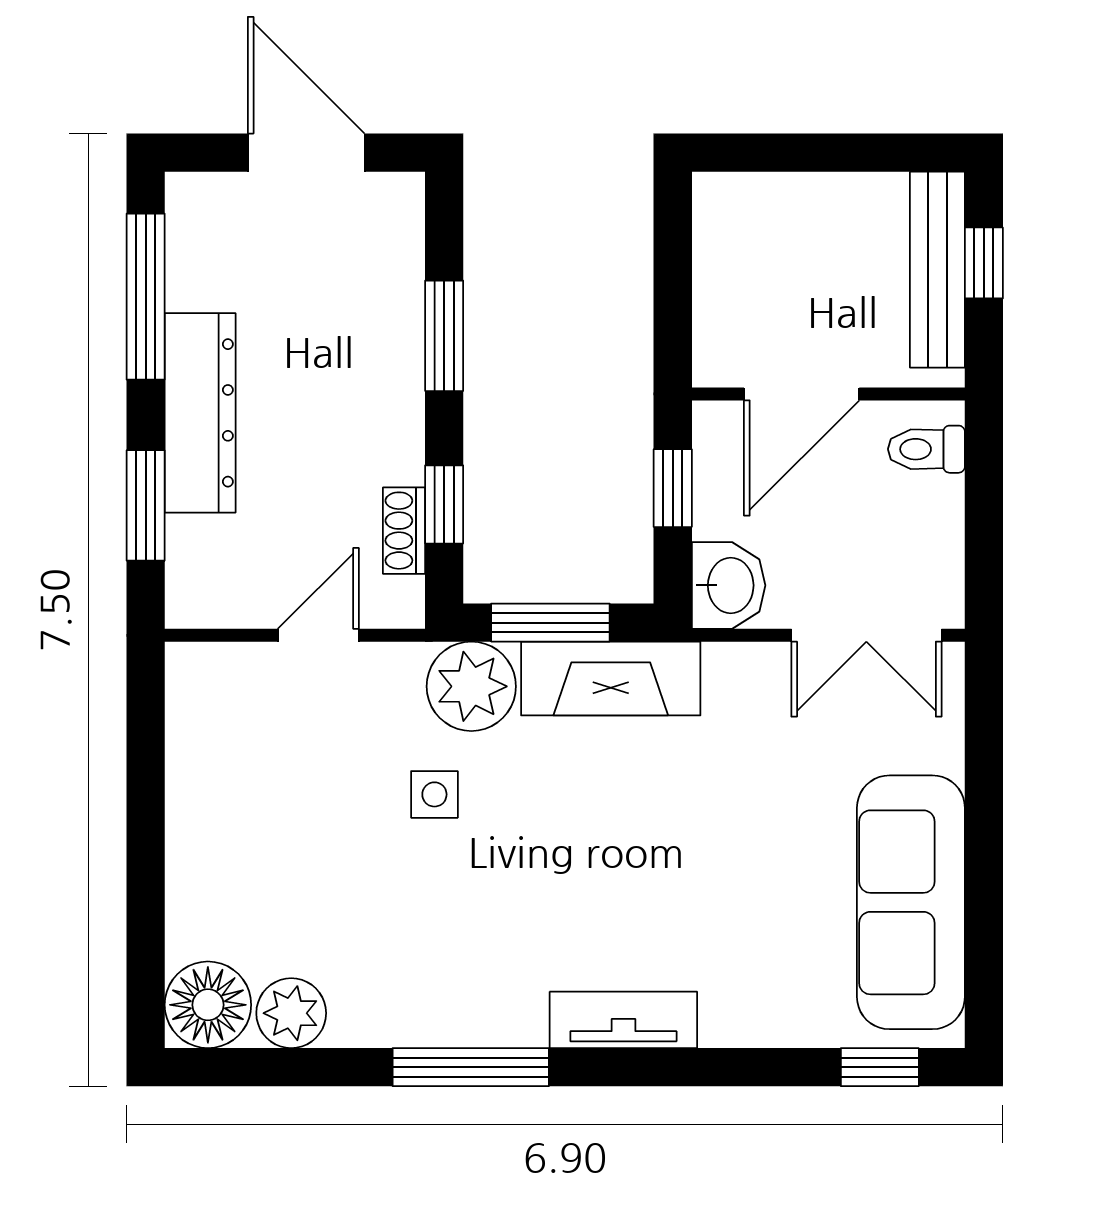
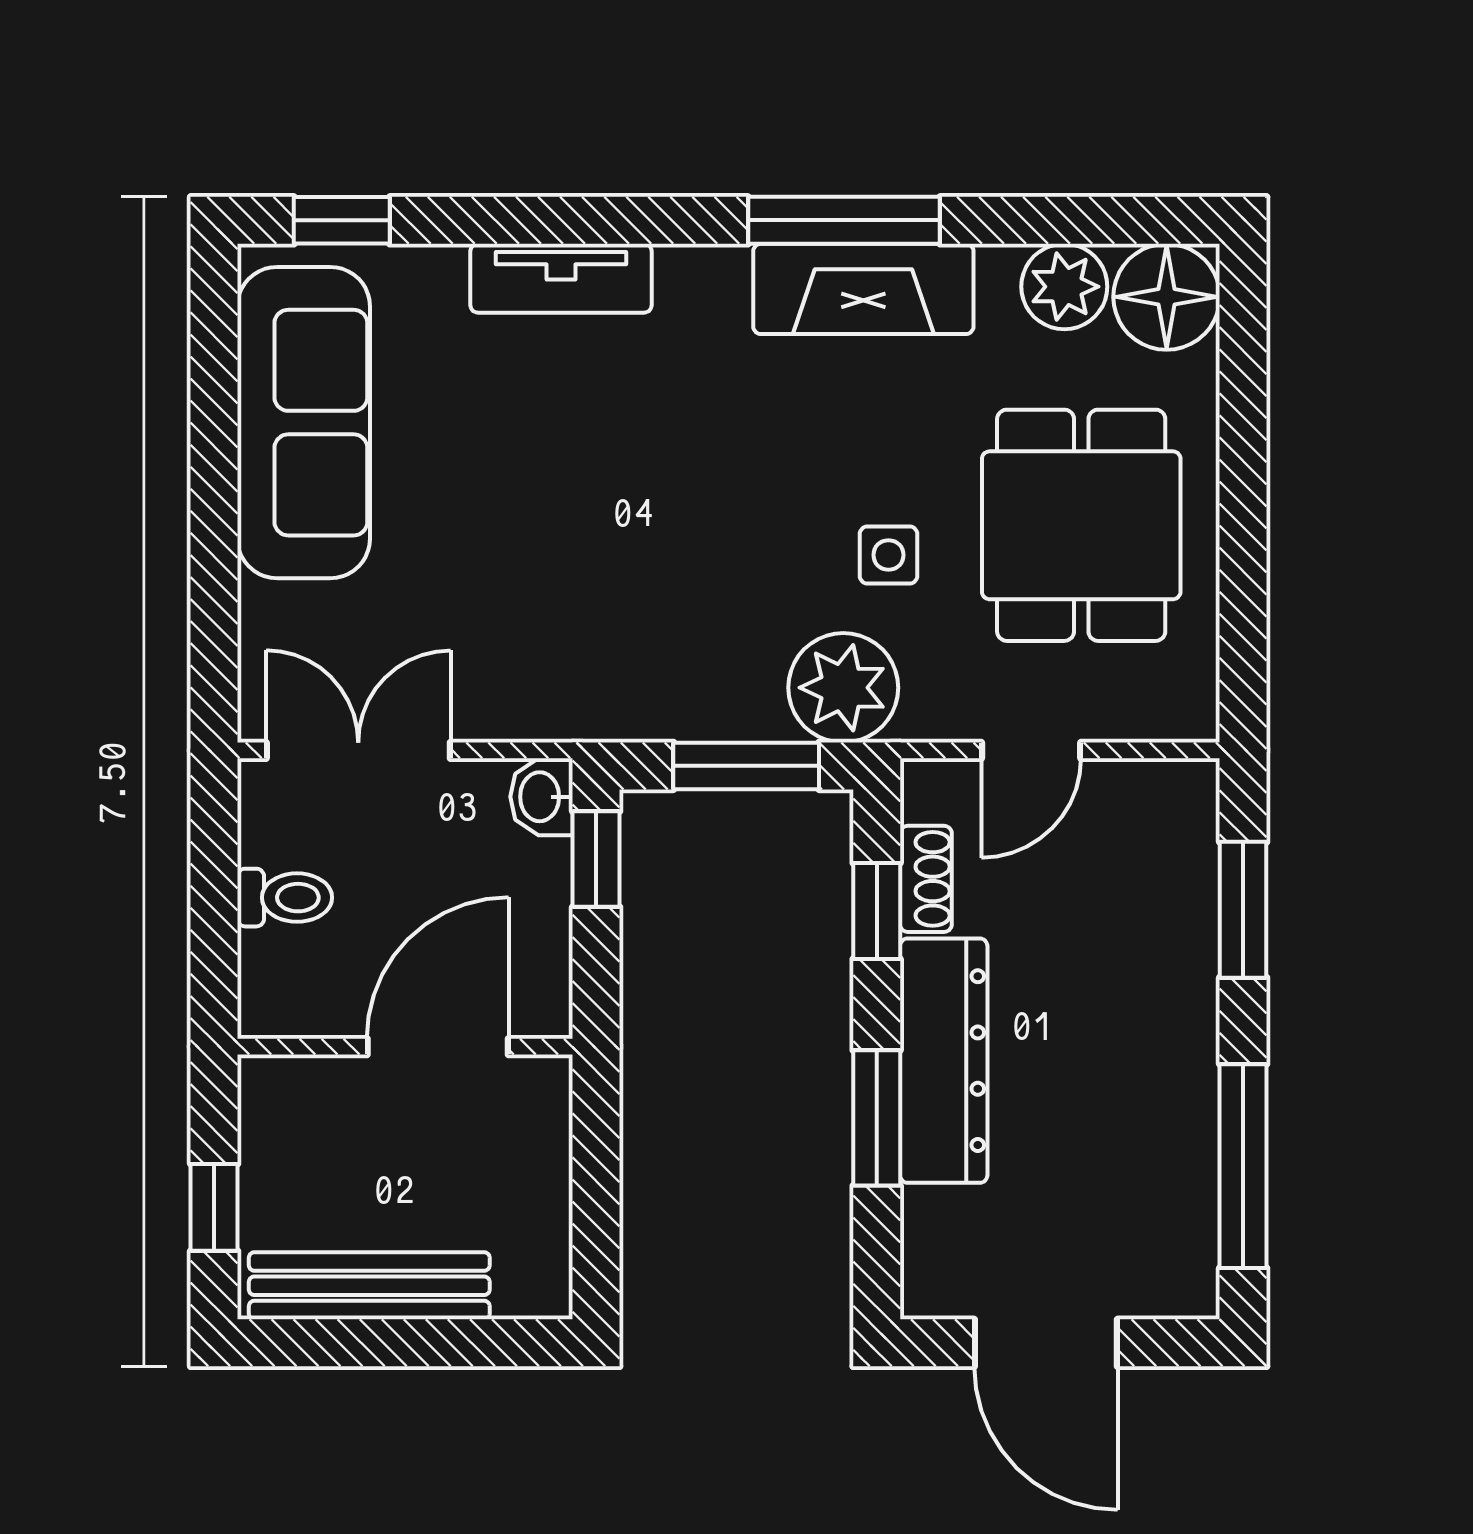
bench: (937, 270) -> (369, 1286), moved, turned 90
dresser: (200, 413) -> (944, 1061), moved, turned 180
toilet: (926, 449) -> (285, 898), moved
window: (673, 488) -> (596, 859), moved
washbasin: (729, 585) -> (541, 797), width x0.72, depth x0.69
fireplace: (611, 679) -> (863, 289), moved, turned 180
dining table: (277, 819) -> (1081, 525), added
tv unit: (623, 1020) -> (561, 278), moved

